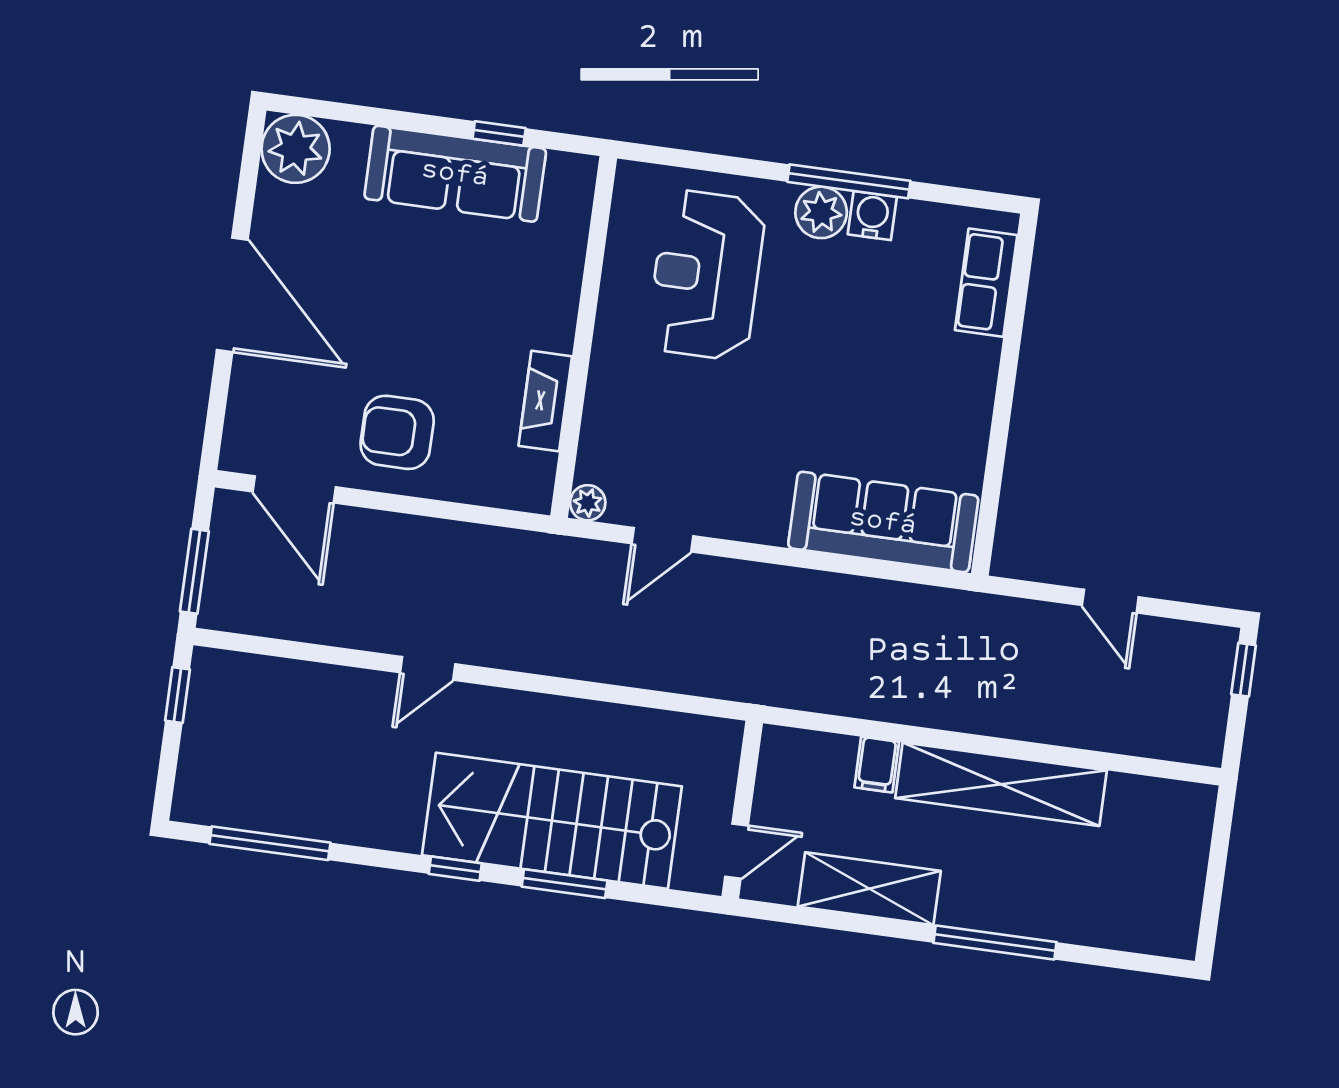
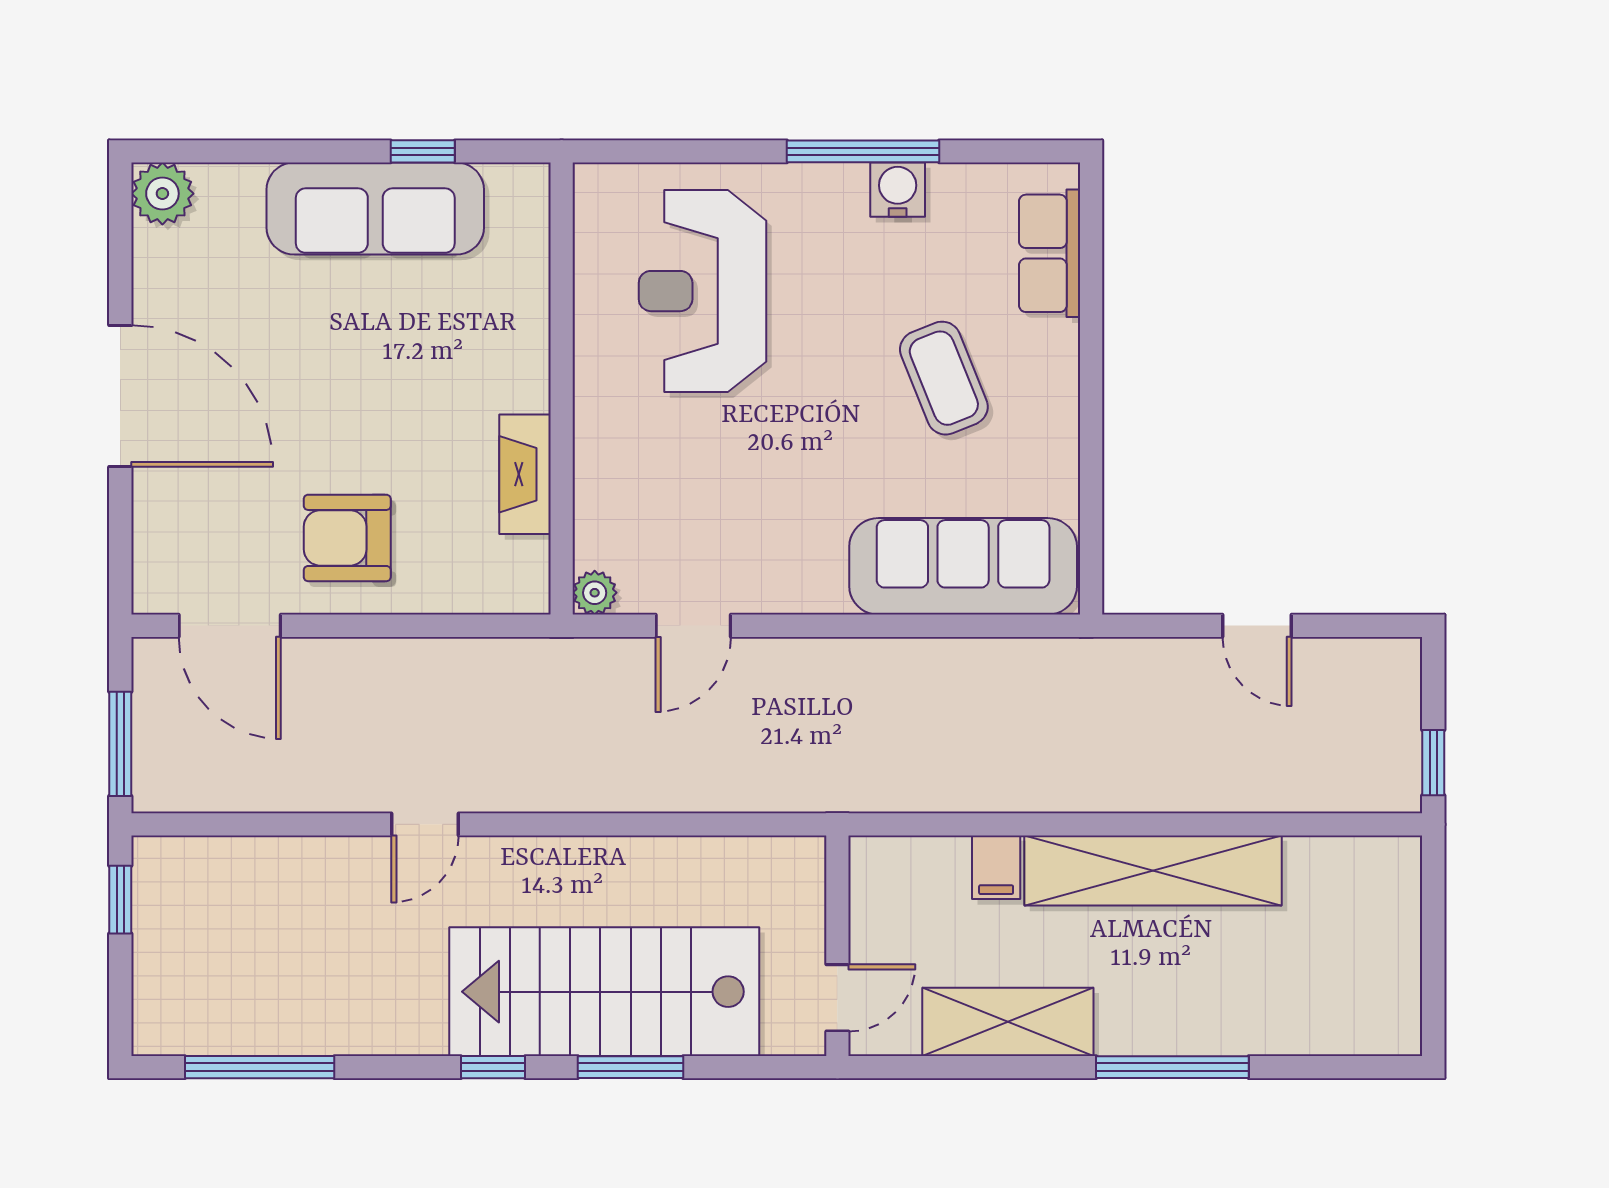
plant: (296, 149) -> (162, 194), width x0.73, depth x0.73
plant: (821, 212) -> (834, 194), removed
coffee table: (888, 370) -> (944, 378), added
window: (1244, 670) -> (1433, 763), moved

